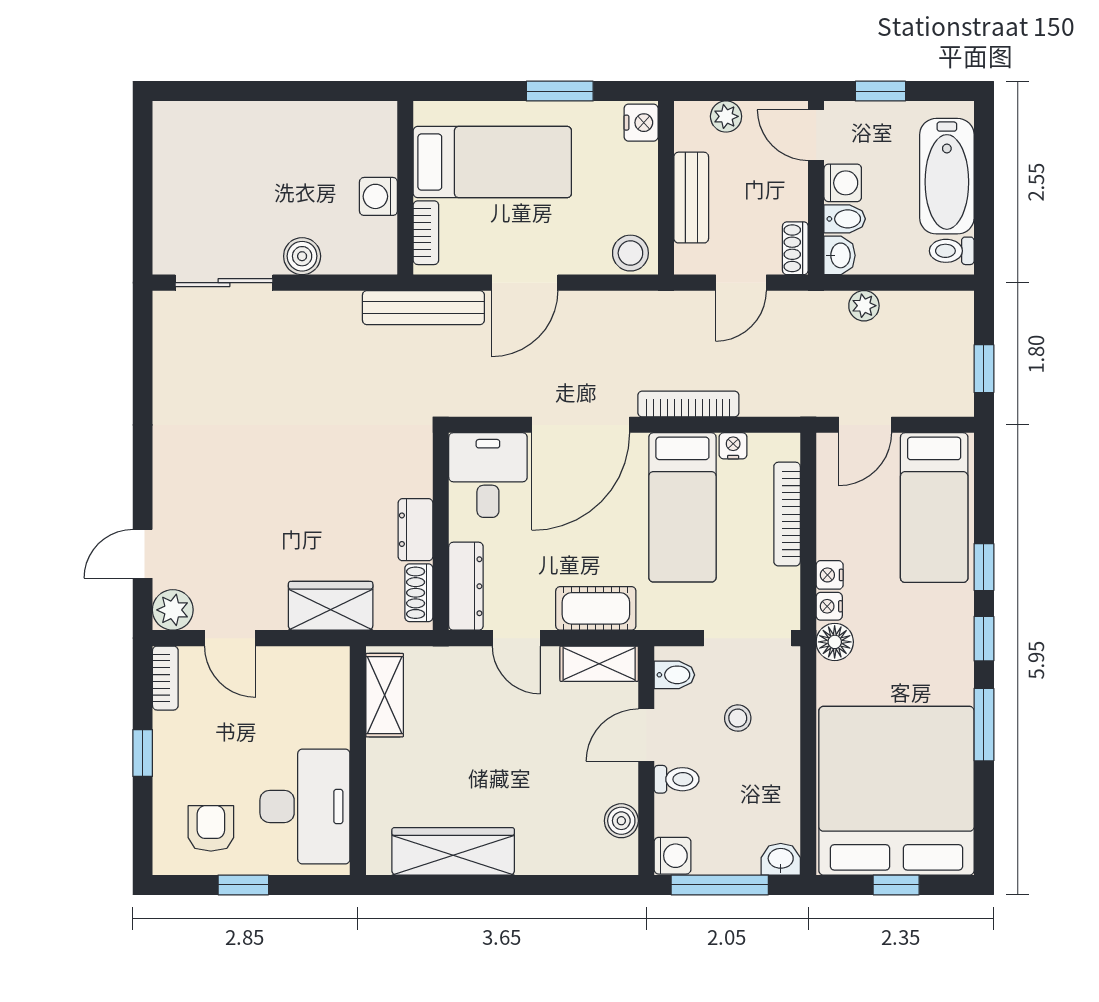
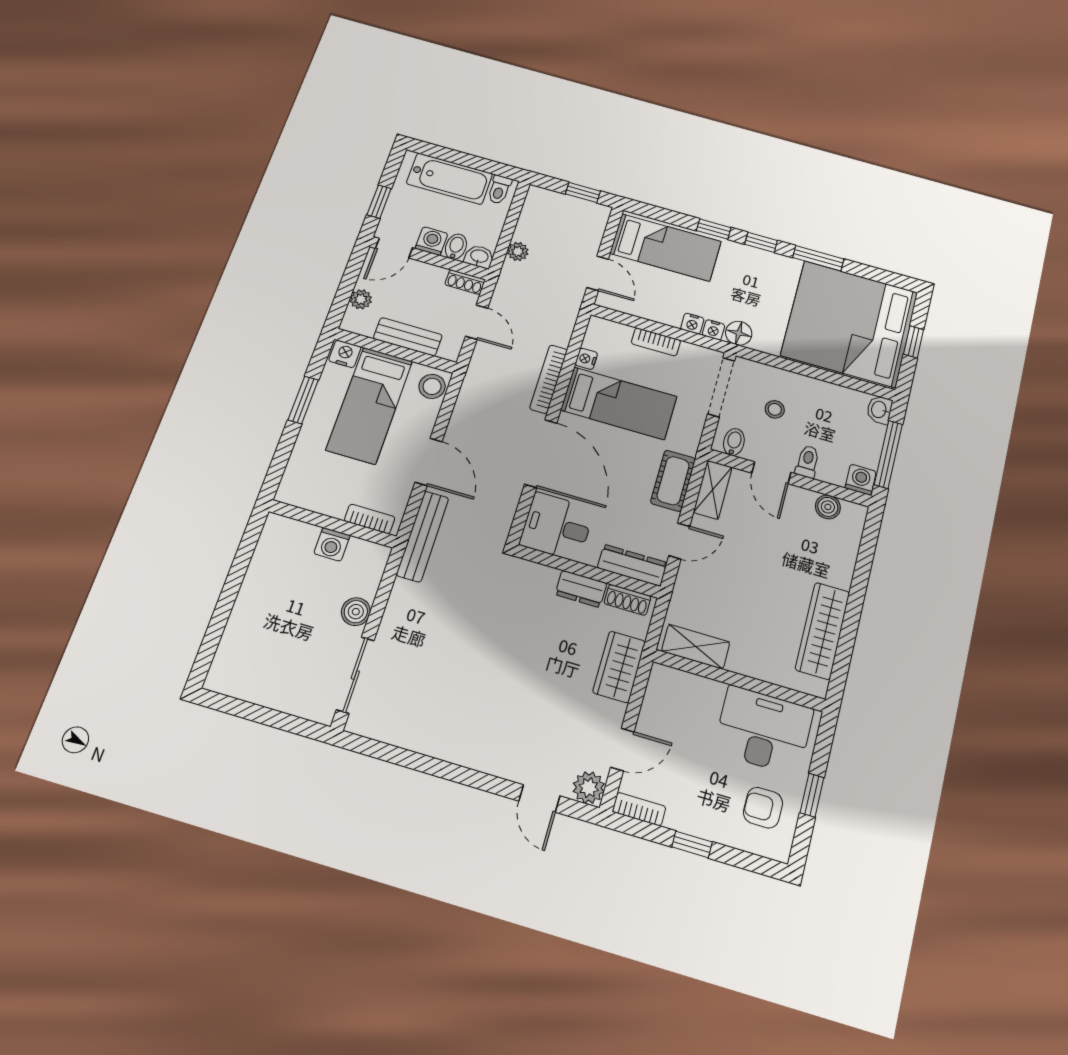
bed: (492, 162) -> (369, 405), moved, turned 180
bookcase: (787, 514) -> (656, 342), width x0.64

